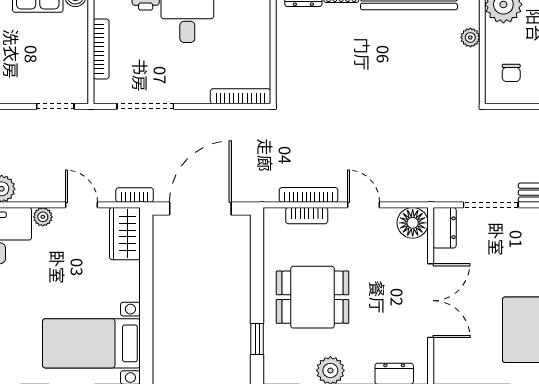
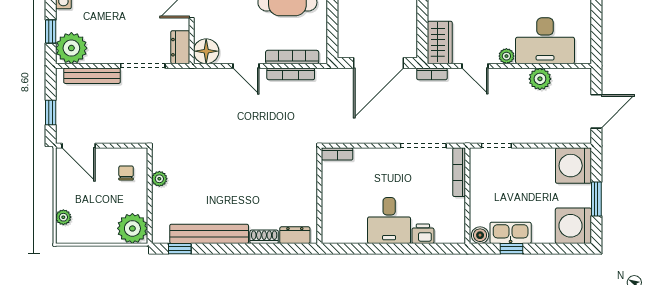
plant: (470, 37) -> (159, 179), moved
bookcase: (101, 49) -> (459, 172), moved
bookcase: (241, 96) -> (337, 154), width x0.64
bookcase: (307, 216) -> (292, 57), width x1.56

